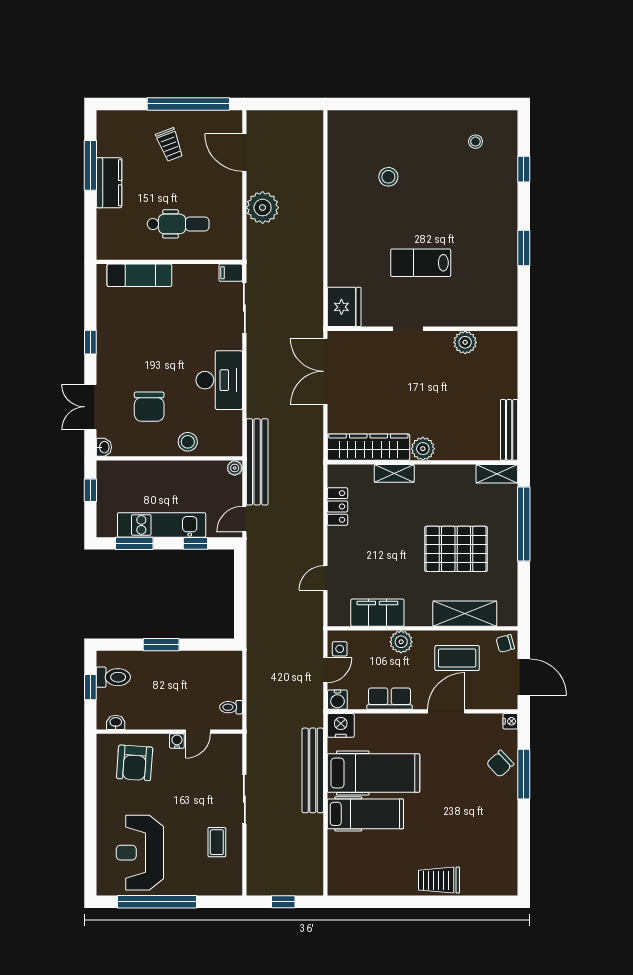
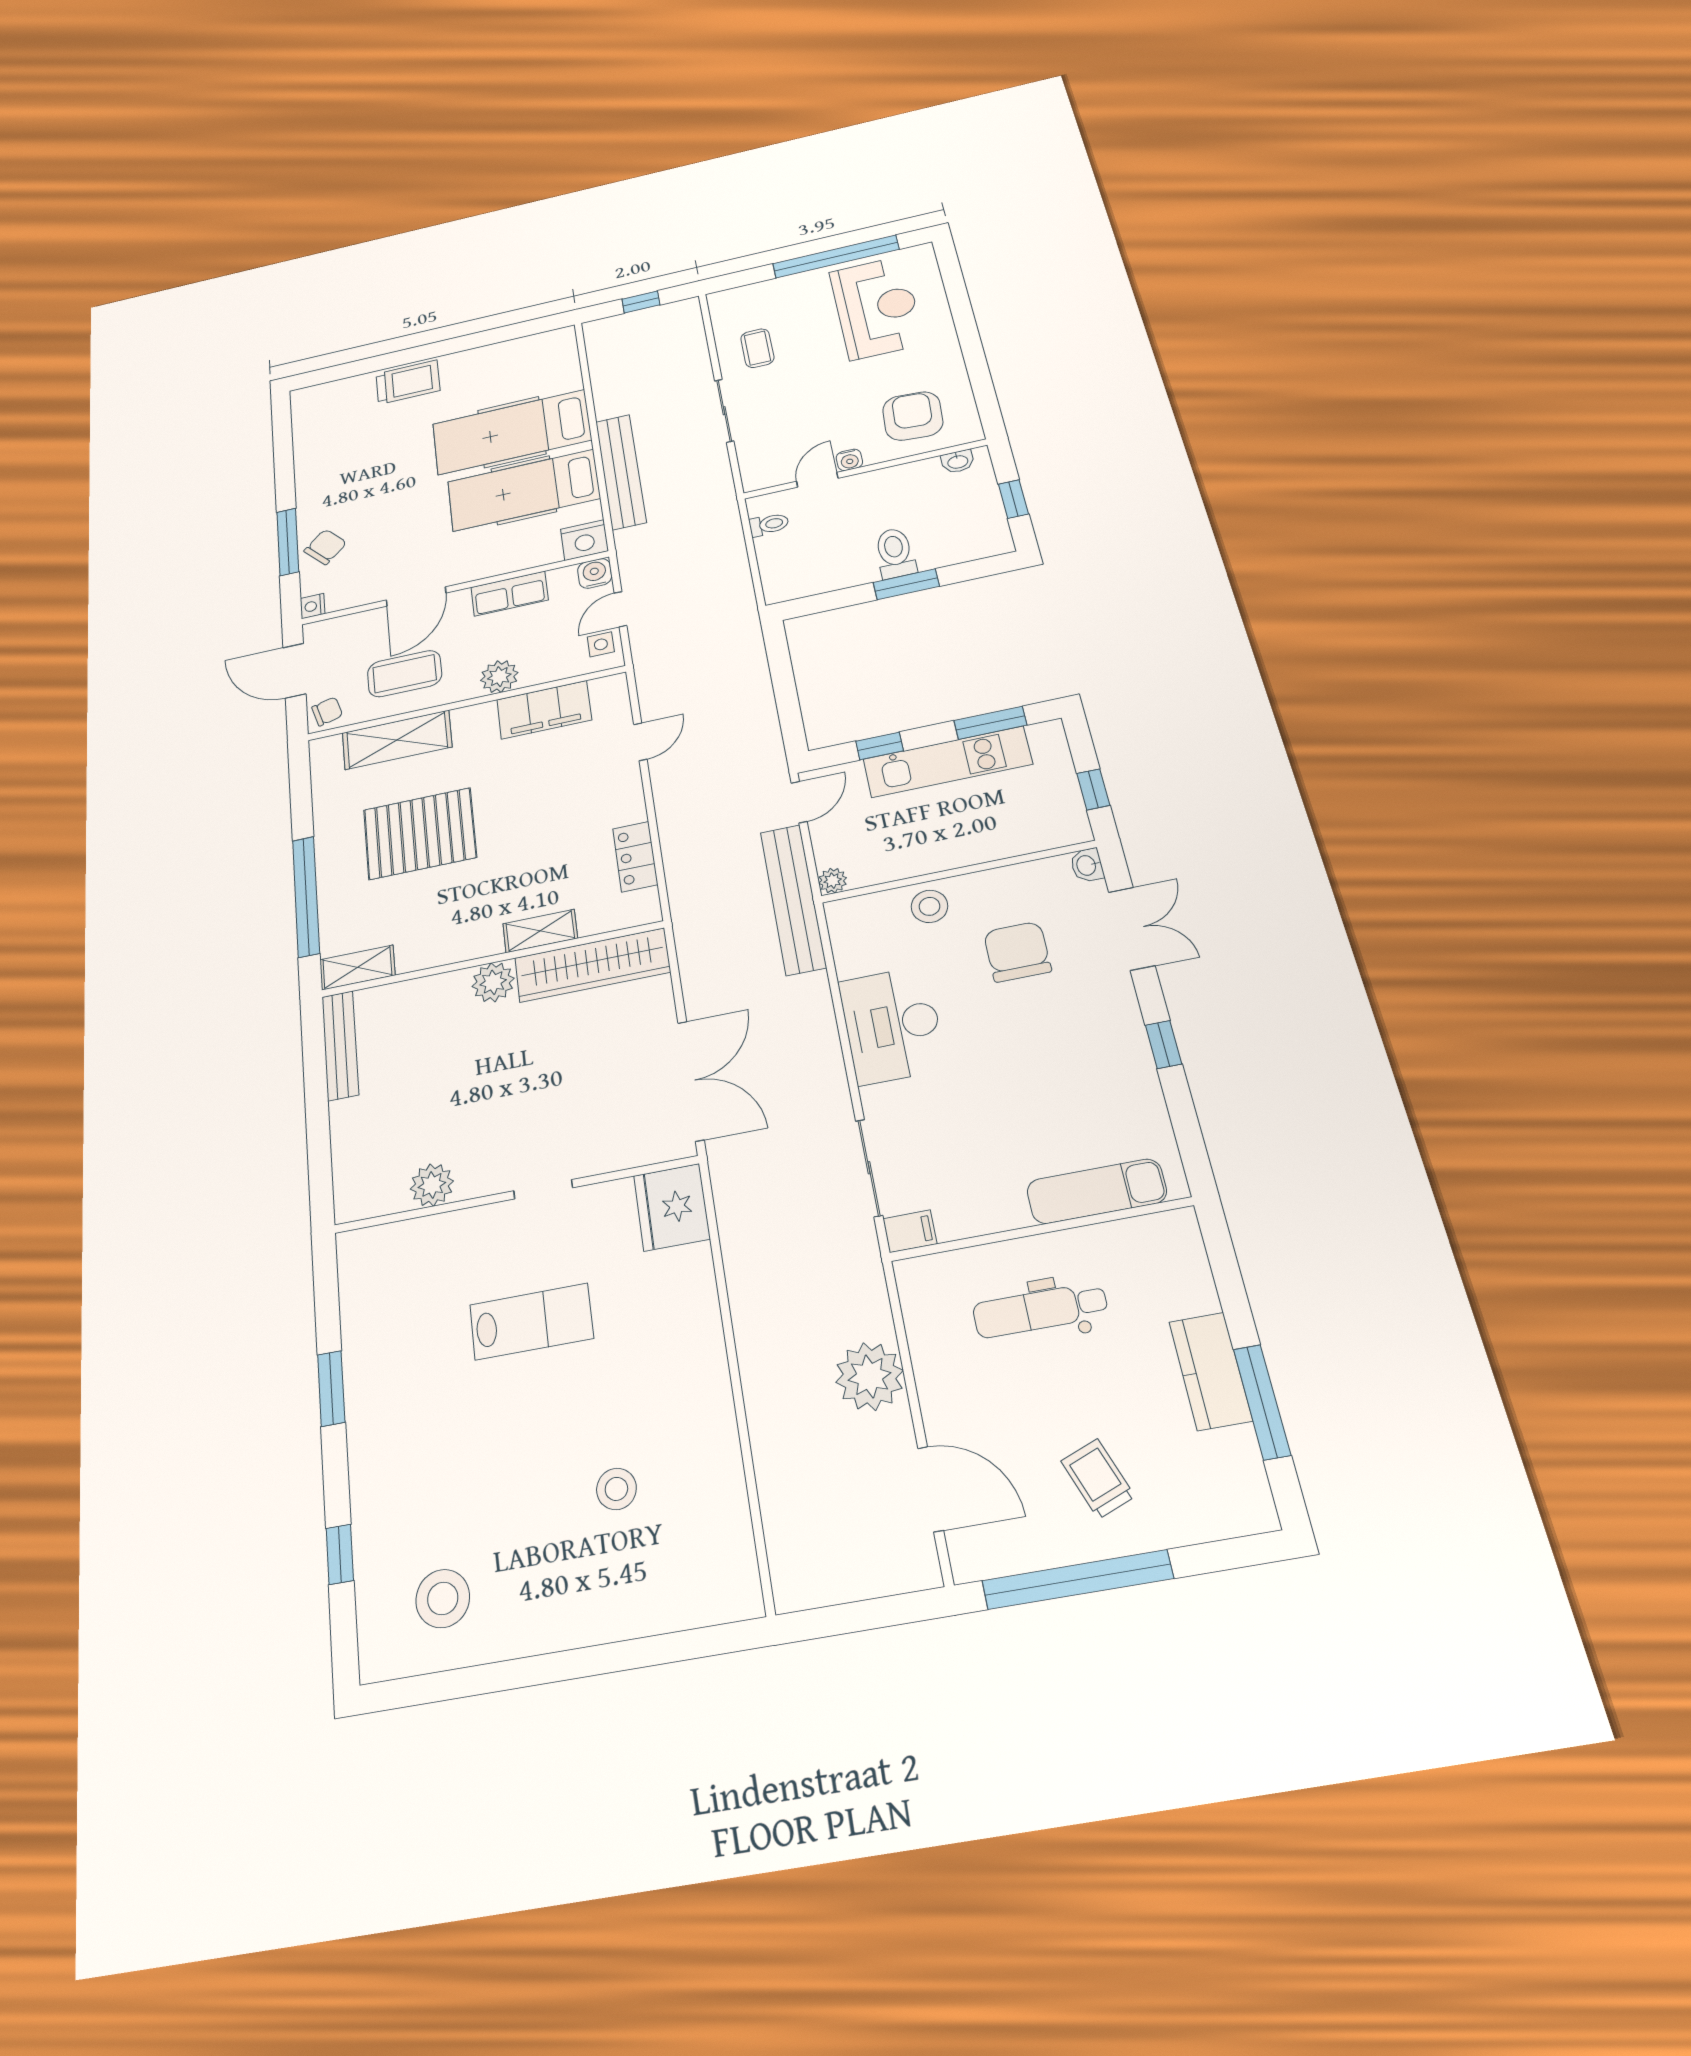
stool: (476, 142) -> (443, 1598), width x1.89, depth x1.89
toilet: (113, 677) -> (895, 553), moved, turned 90
hospital bed: (365, 814) -> (512, 432), width x1.37, depth x1.29

